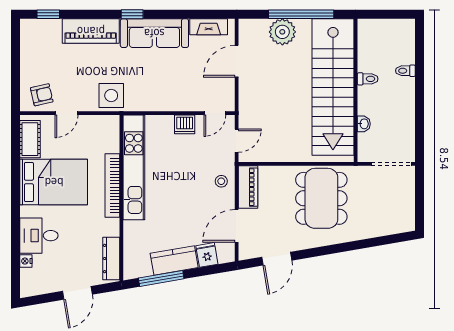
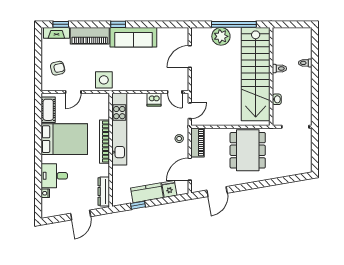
fireplace: (209, 27) -> (56, 33), moved
armchair: (42, 95) -> (58, 68), moved
door: (215, 113) -> (175, 92), hinge flipped
window: (161, 278) -> (138, 205), width x0.46

